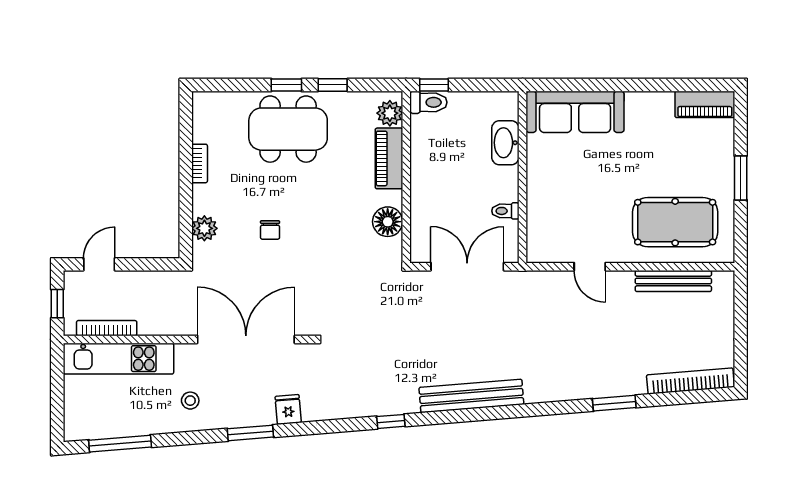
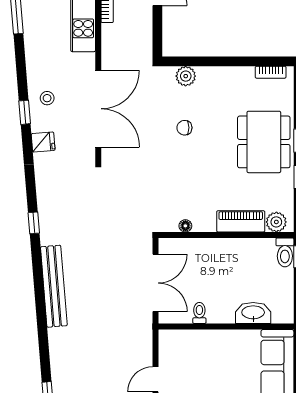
bookcase: (200, 163) -> (271, 72), moved
floor lamp: (388, 222) -> (185, 226), width x0.53, depth x0.53
stool: (190, 401) -> (47, 98), moved
window: (250, 433) -> (25, 112), width x0.67

